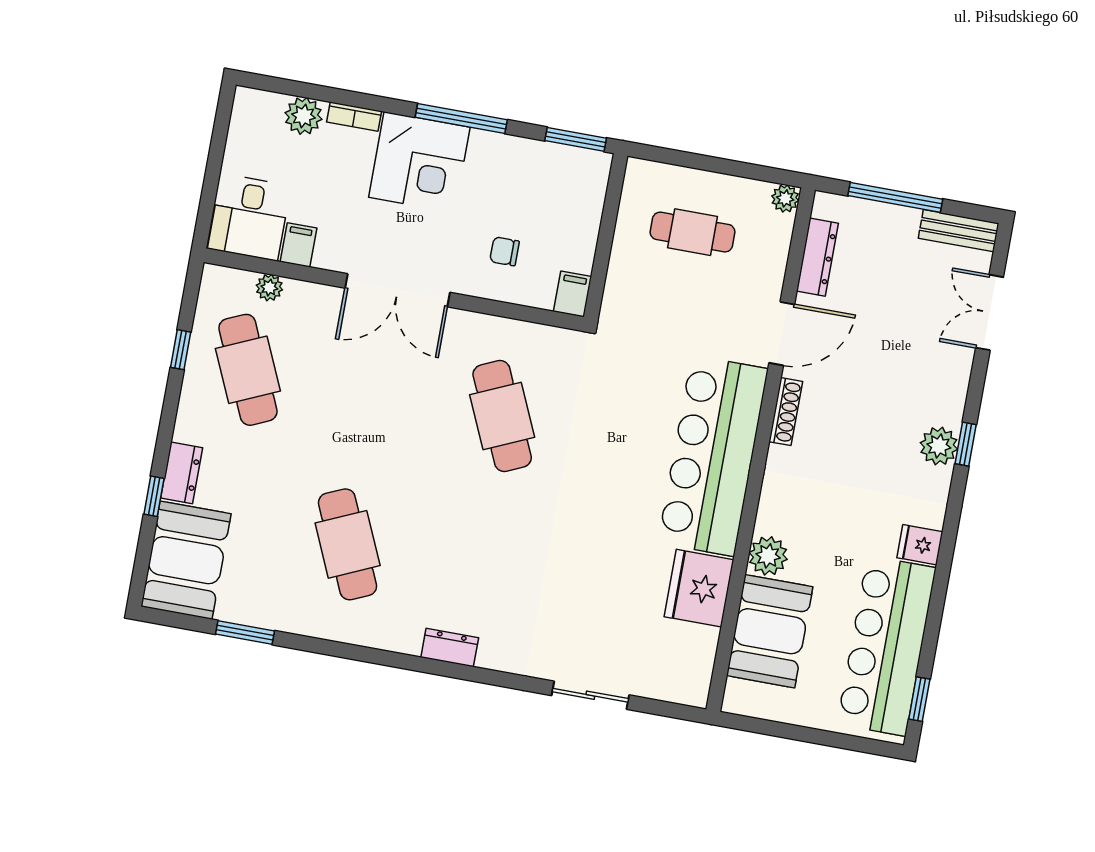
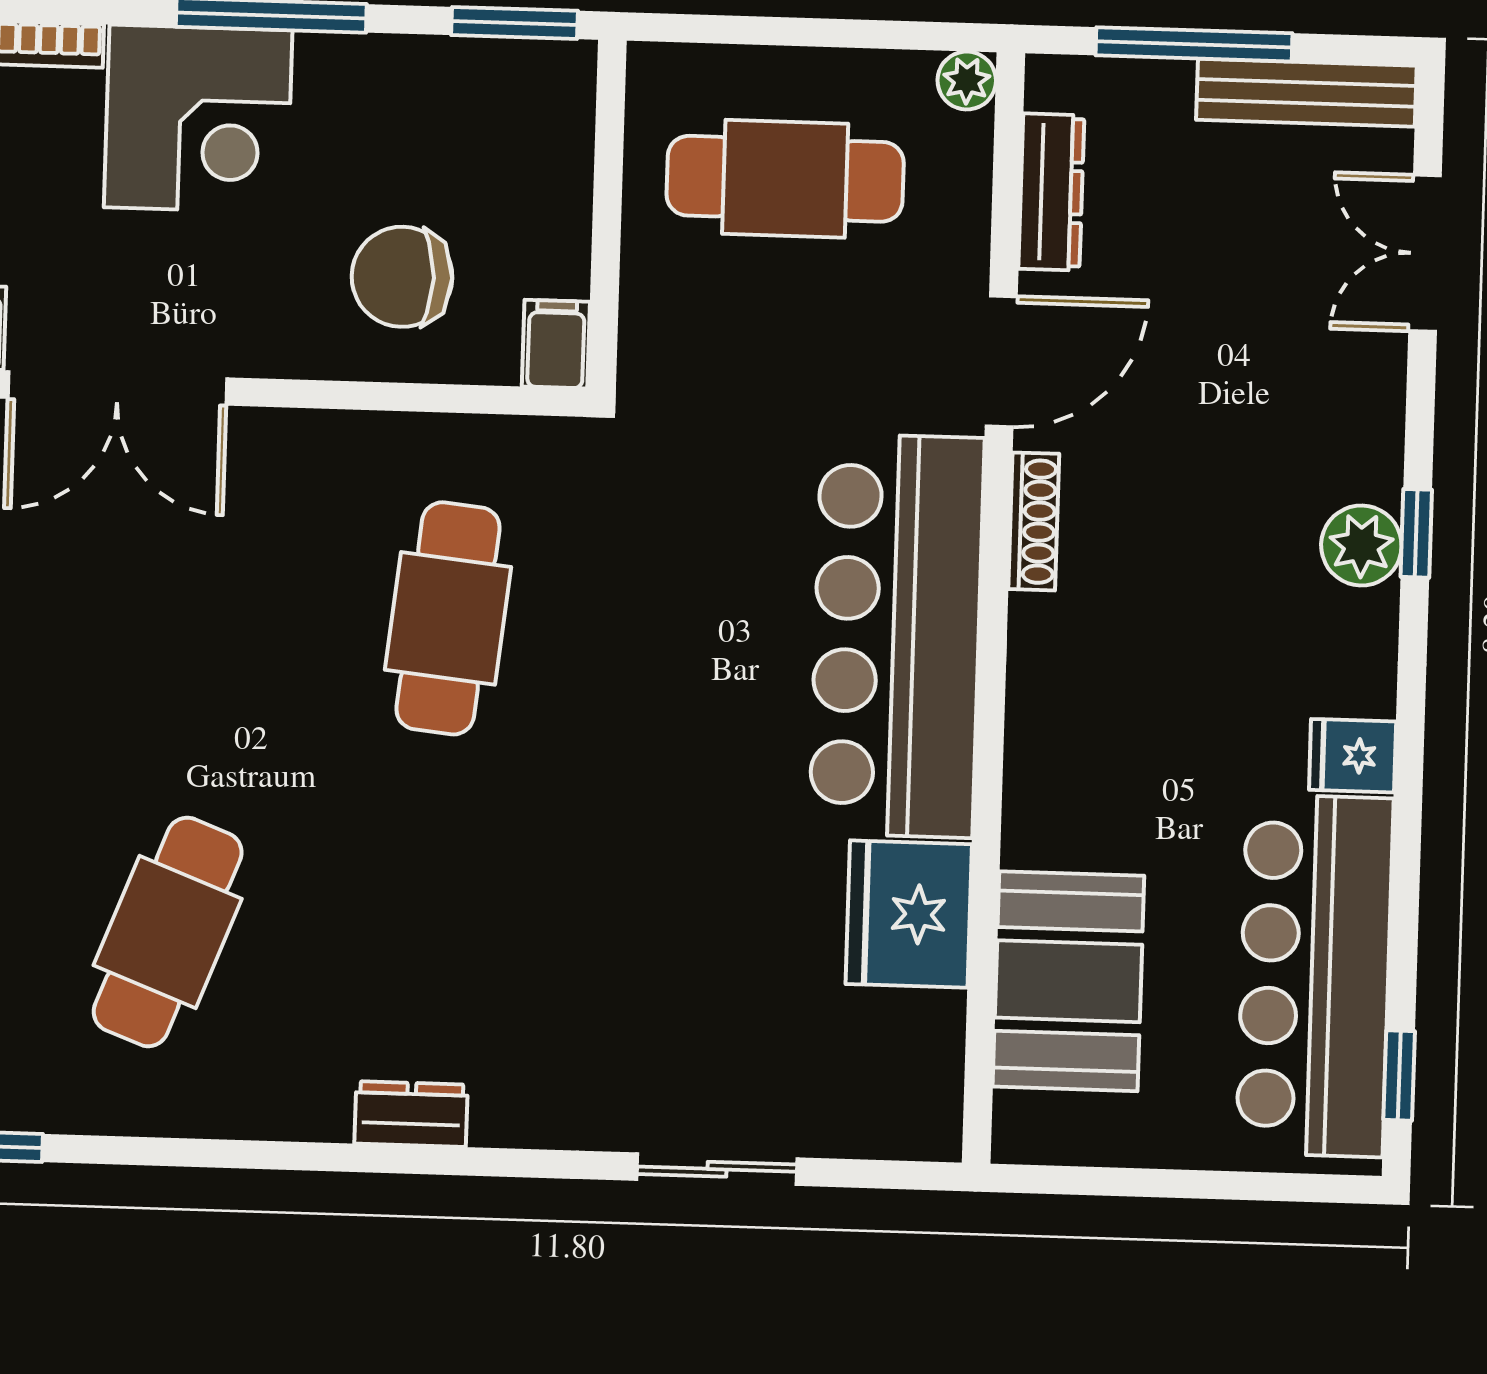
bench: (959, 231) -> (1306, 93), width x1.36
cafe table: (693, 232) -> (785, 179), width x1.37, depth x1.35
chair: (505, 251) -> (402, 277), width x1.87, depth x1.87
double door: (397, 290) -> (117, 388), moved
cafe table: (502, 416) -> (448, 618), turned 30
cafe table: (348, 544) -> (168, 932), turned 45
plant: (768, 556) -> (1042, 826), removed

